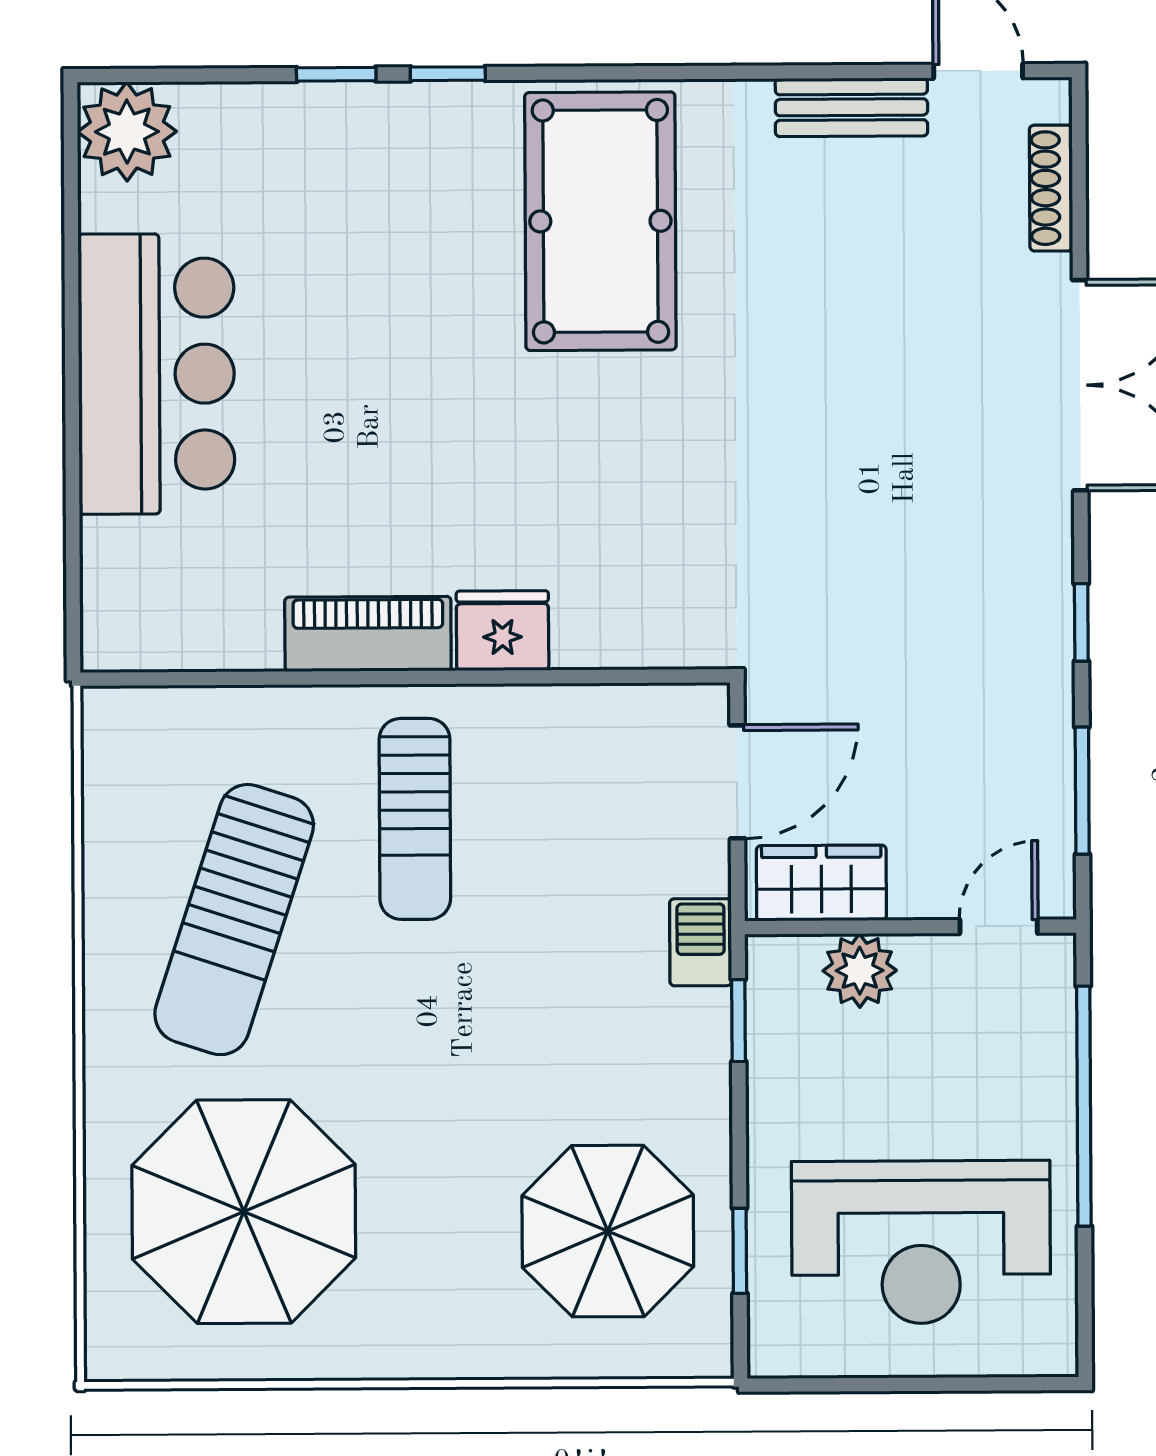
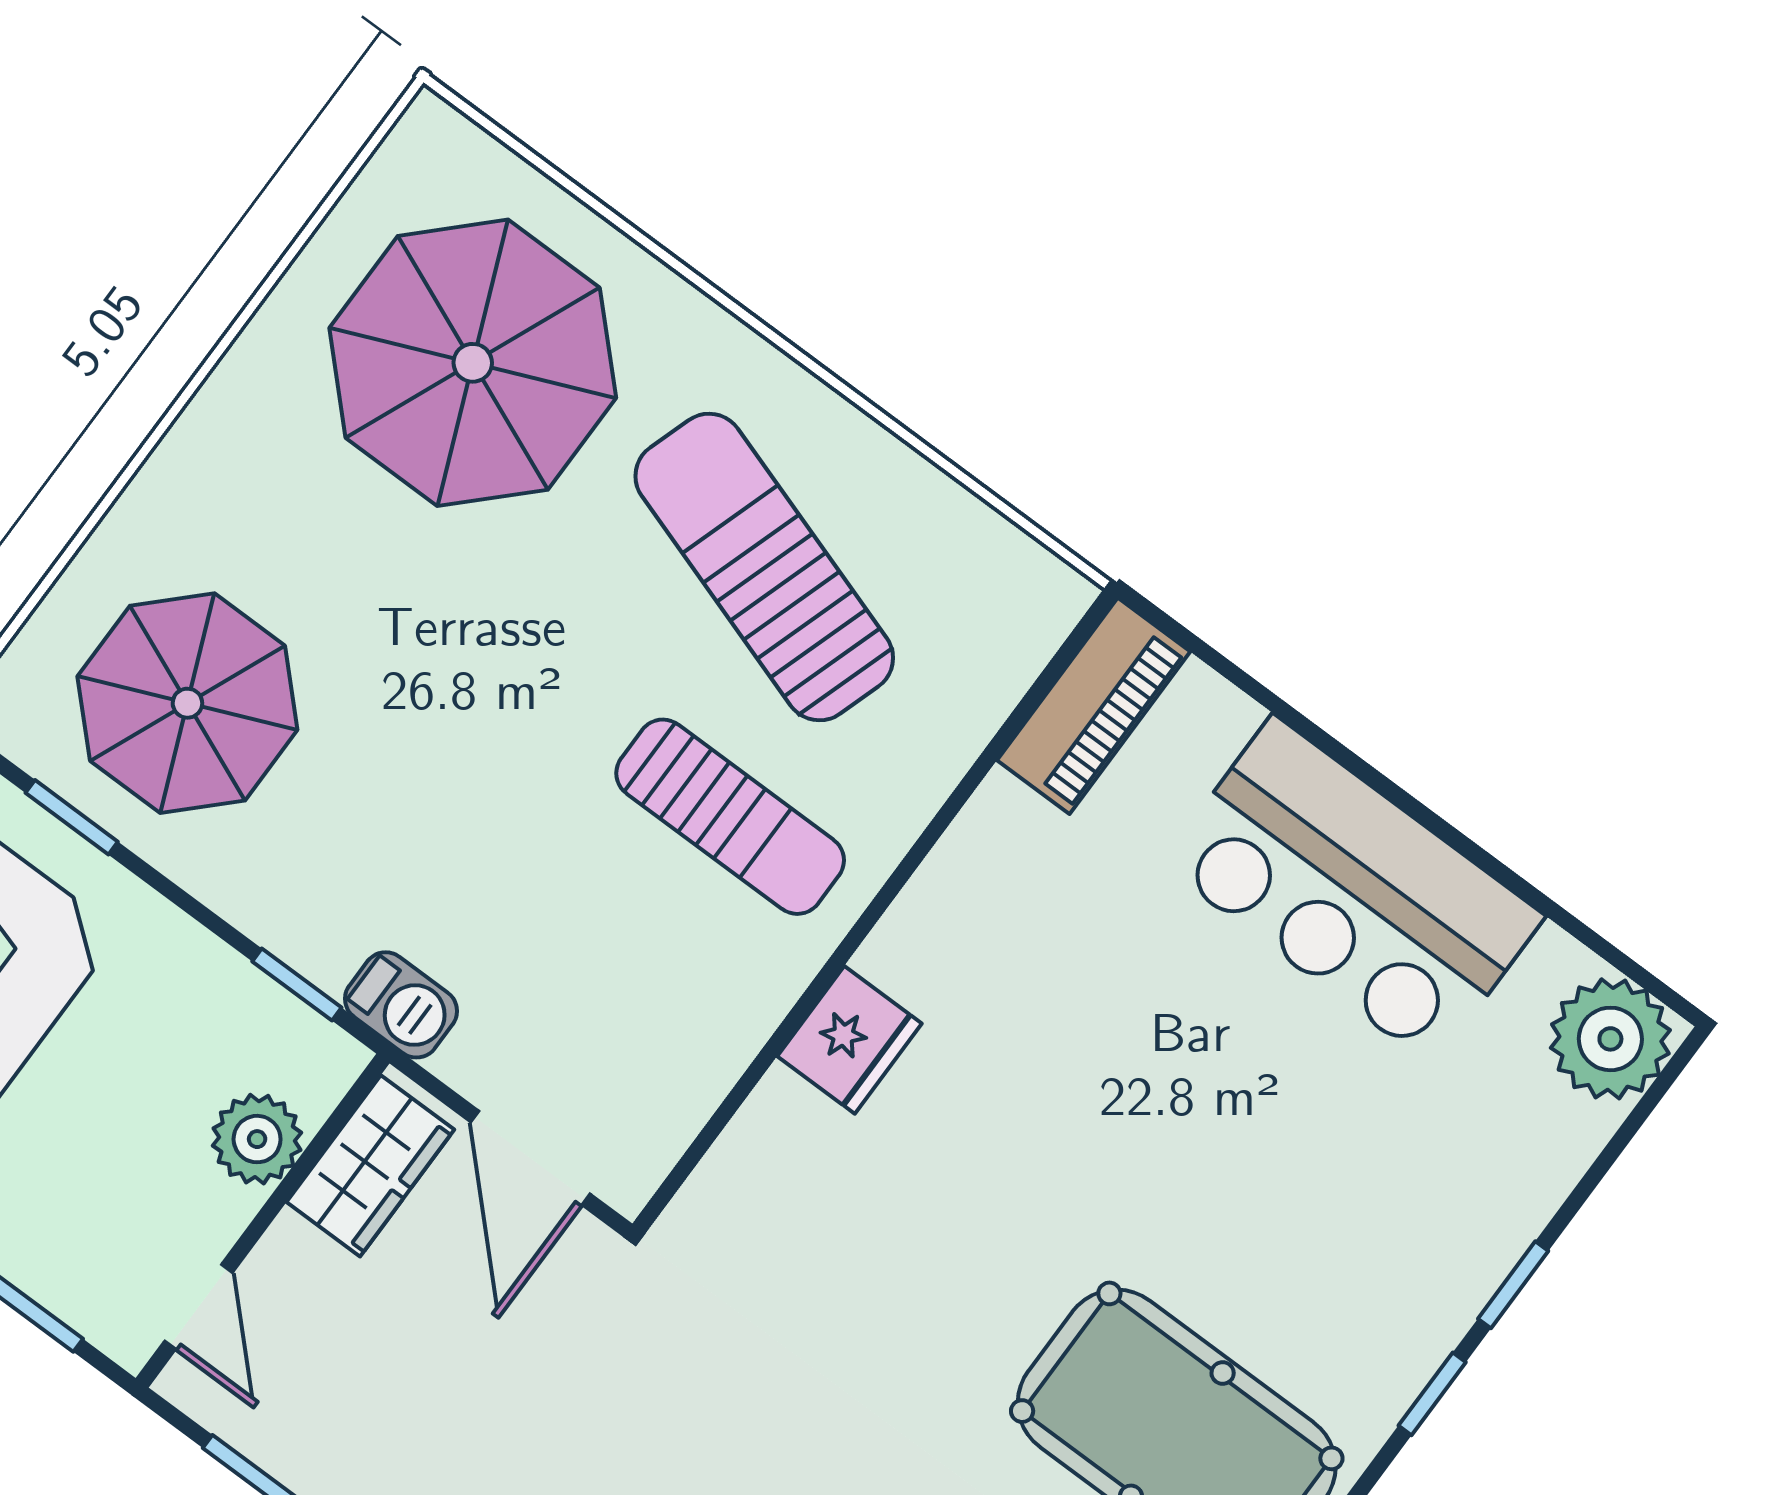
piano: (368, 634) -> (1094, 706), moved
sun lounger: (415, 819) -> (730, 817), turned 180

